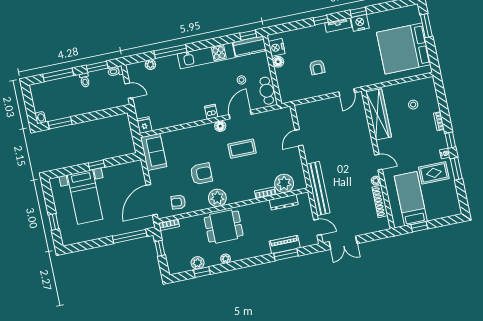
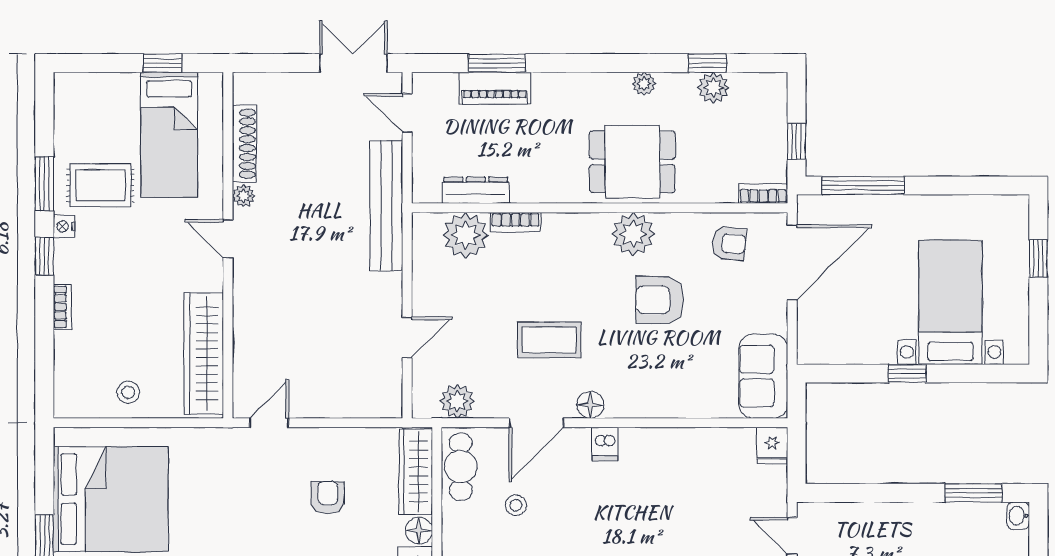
wardrobe: (284, 85) -> (416, 472), added
stool: (413, 105) -> (128, 392), moved
plant: (274, 117) -> (457, 401), added

